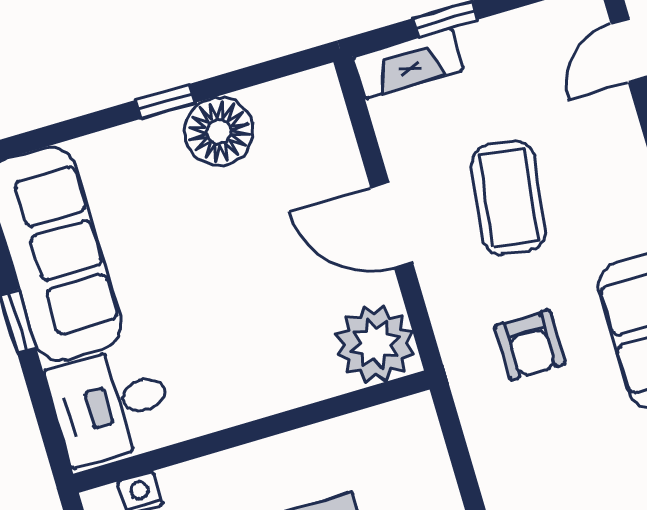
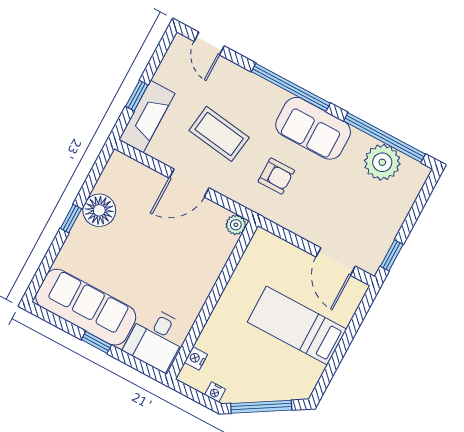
fireplace: (408, 63) -> (147, 117), width x1.37, depth x1.32
plant: (375, 344) -> (236, 225), width x0.53, depth x0.53

